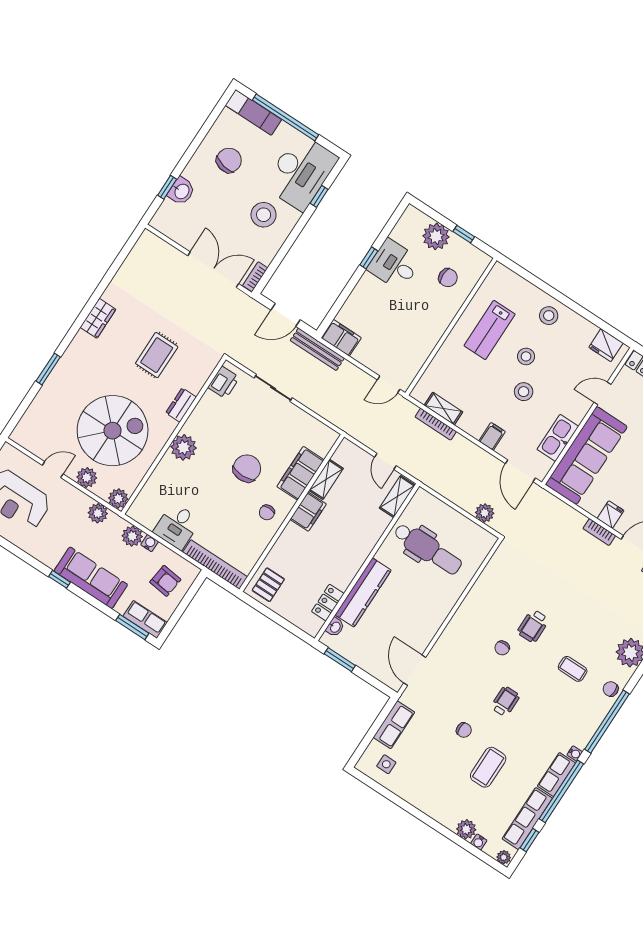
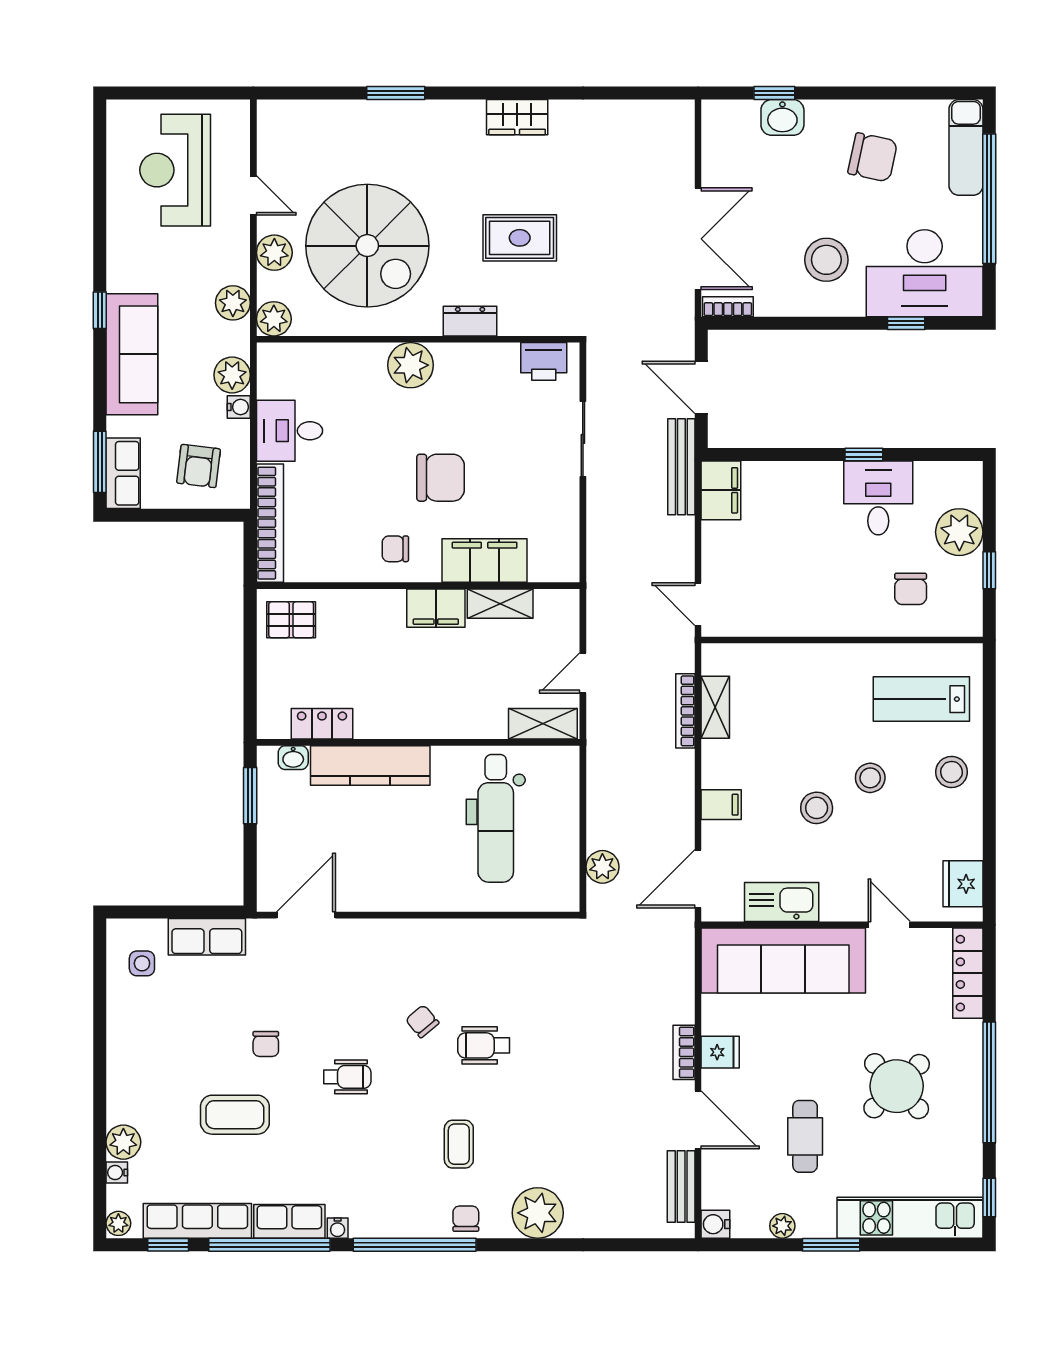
lab bench: (490, 330) -> (921, 699), moved
chair: (502, 648) -> (422, 1021), turned 50

